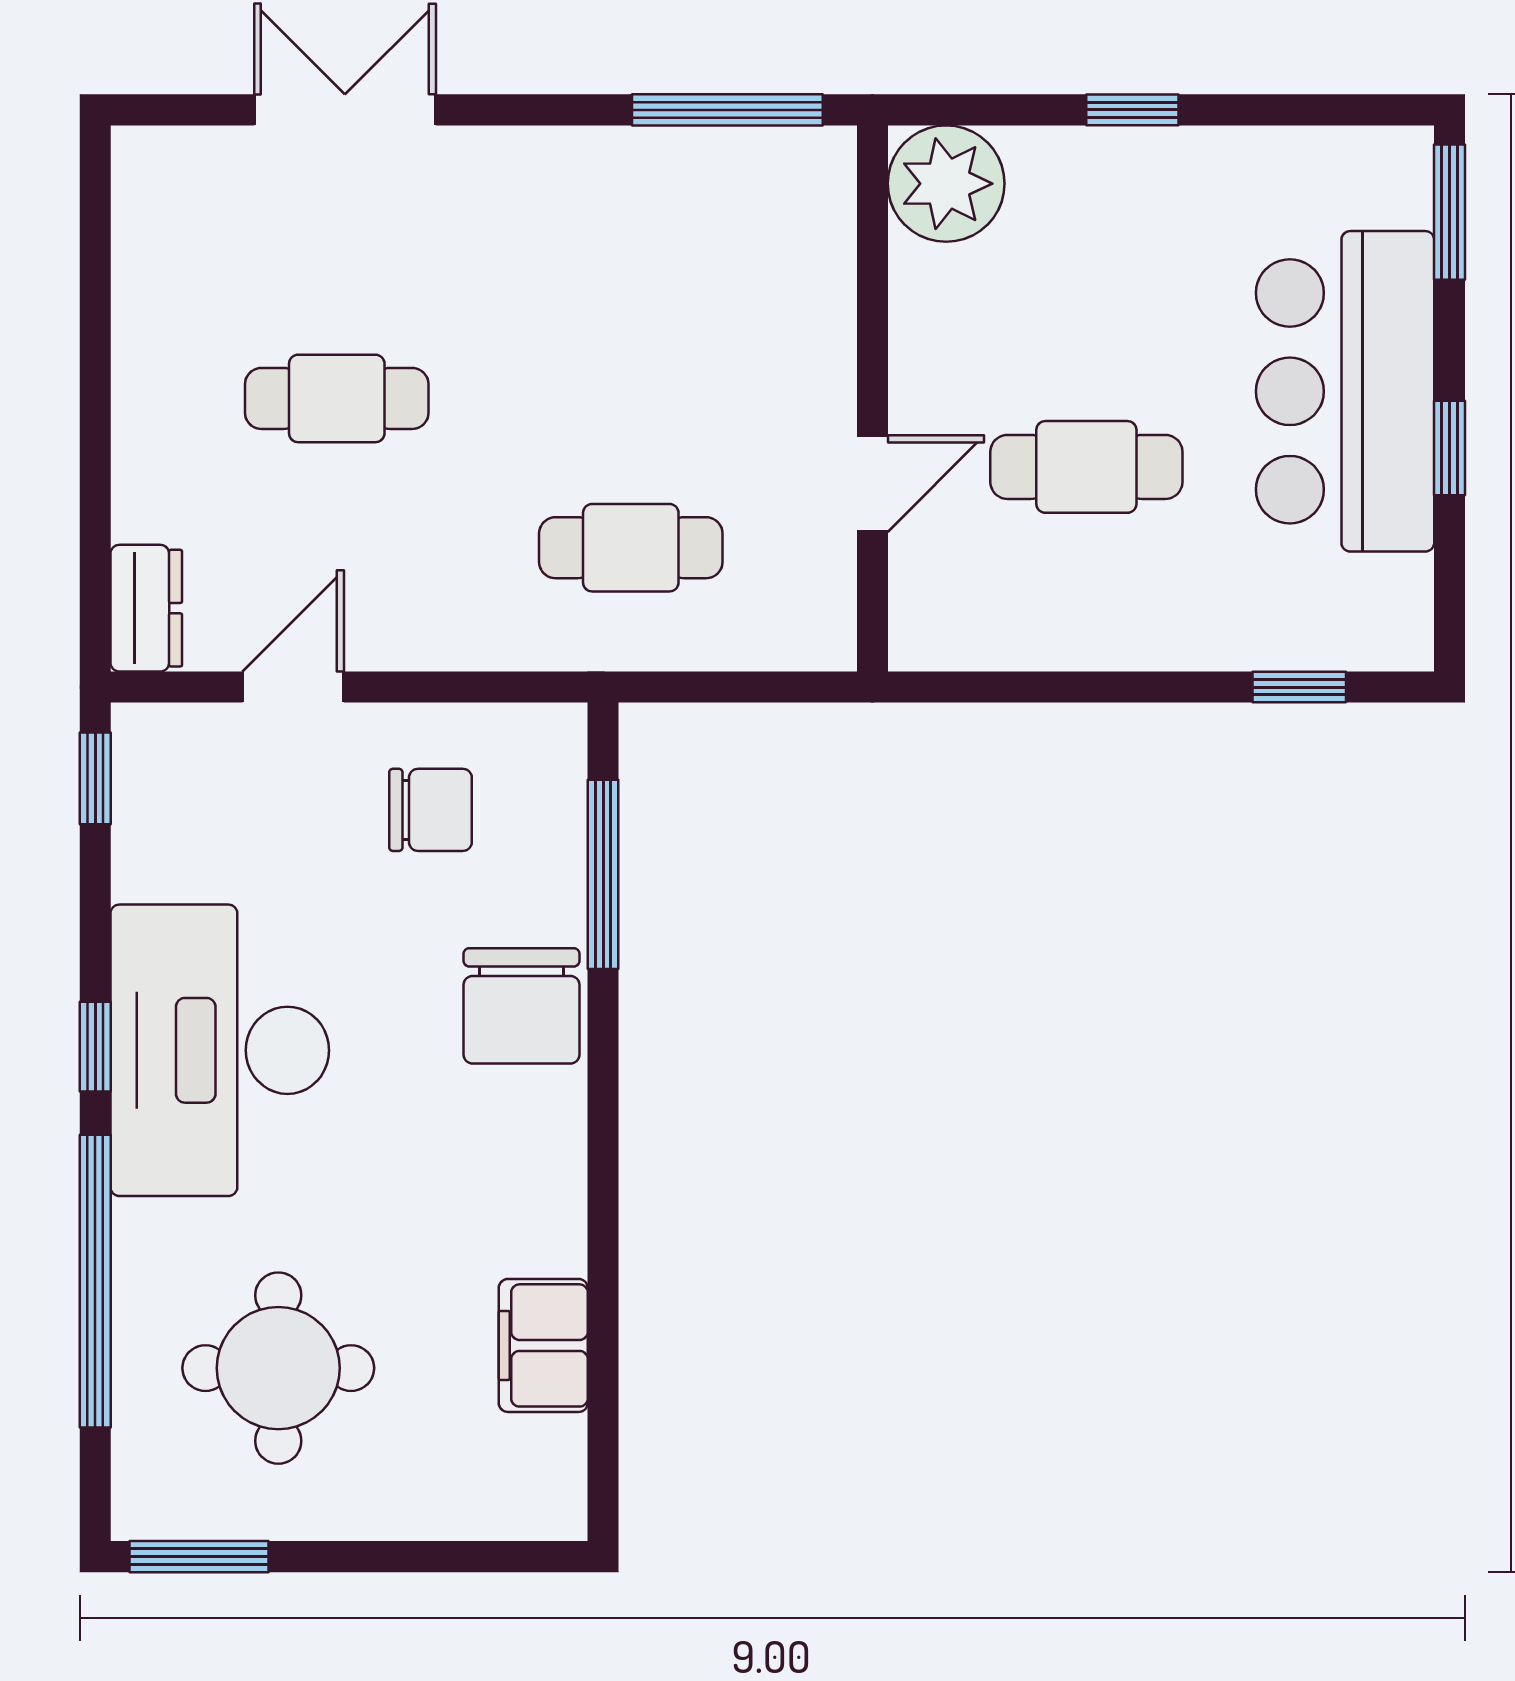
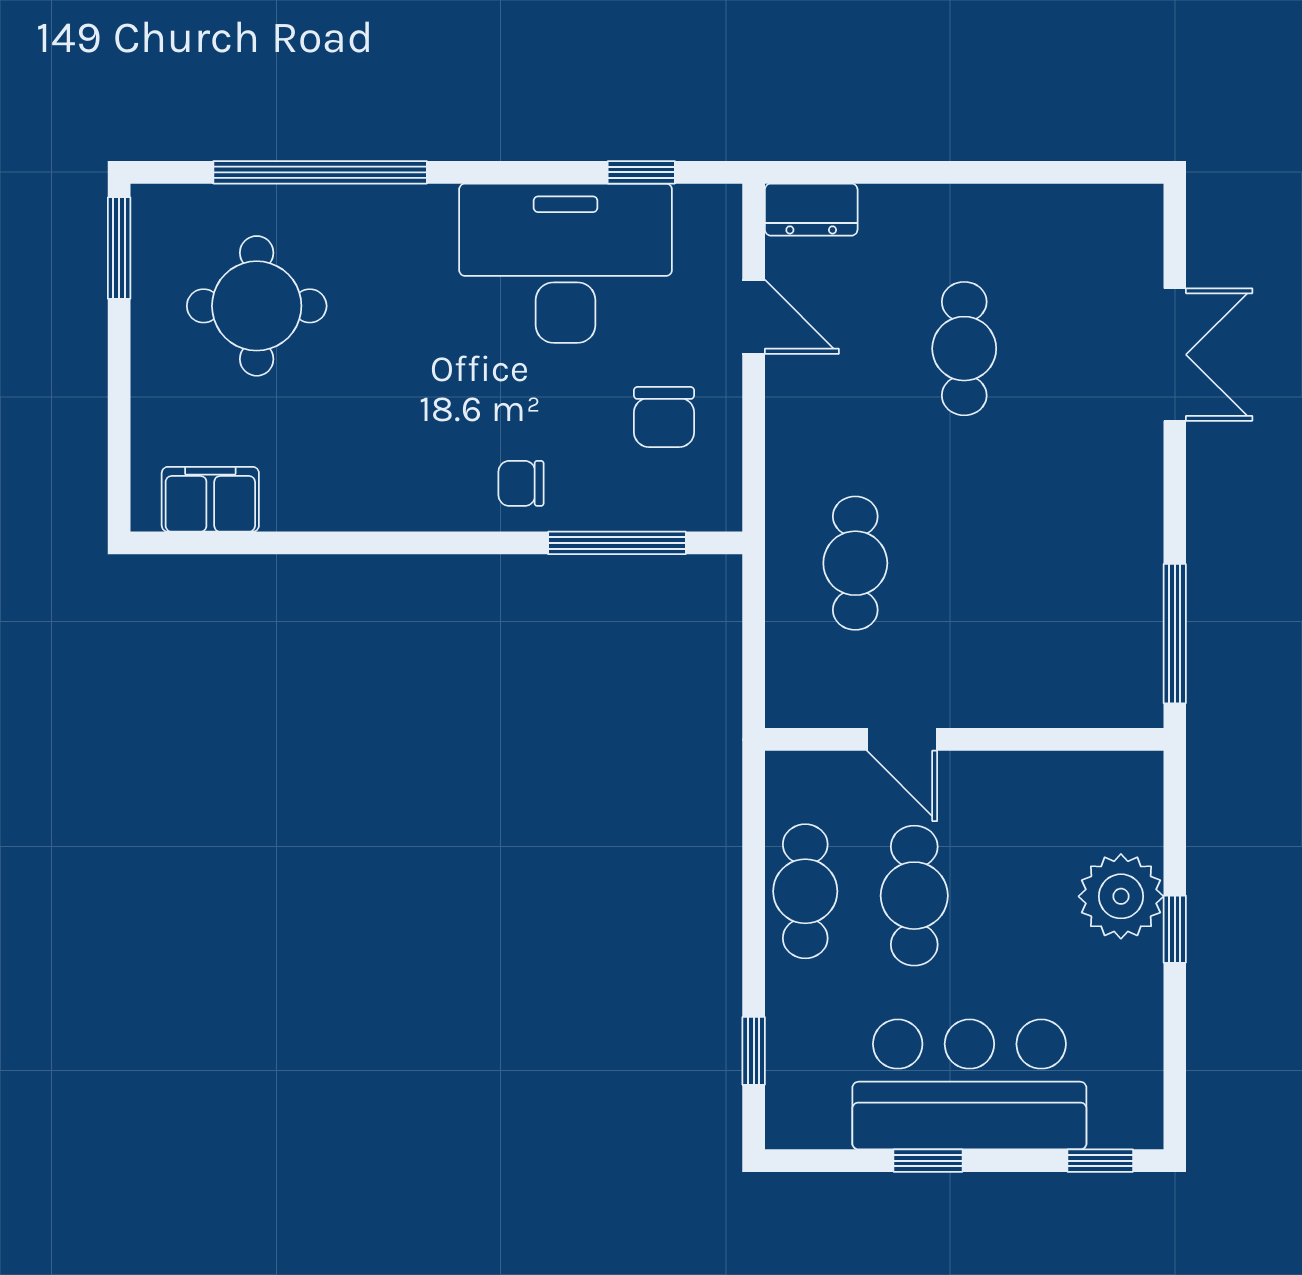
plant: (946, 184) -> (1121, 896), moved
window: (1450, 212) -> (1100, 1161), width x0.67
cafe table: (1080, 616) -> (805, 891), added
window: (95, 778) -> (641, 172), moved
chair: (521, 1006) -> (521, 483), width x0.54, depth x0.54
window: (95, 1047) -> (491, 172), removed
desk: (220, 1050) -> (566, 263), moved
filing cabinet: (543, 1345) -> (210, 499), moved

